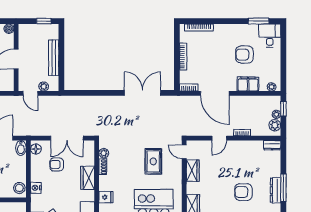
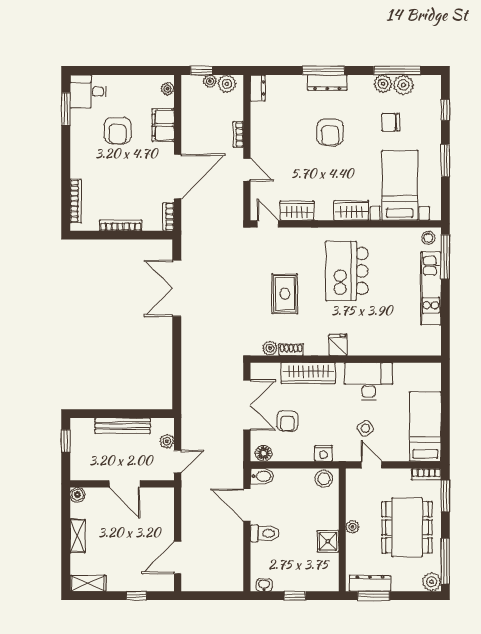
door: (184, 152) -> (268, 224), swing flipped
rug: (153, 161) -> (285, 294), moved, turned 90
wardrobe: (88, 178) -> (308, 373), width x1.50

